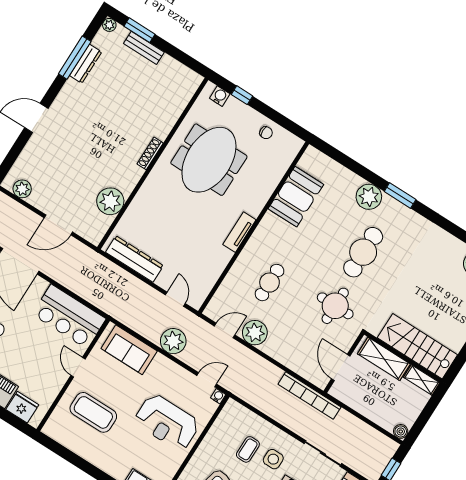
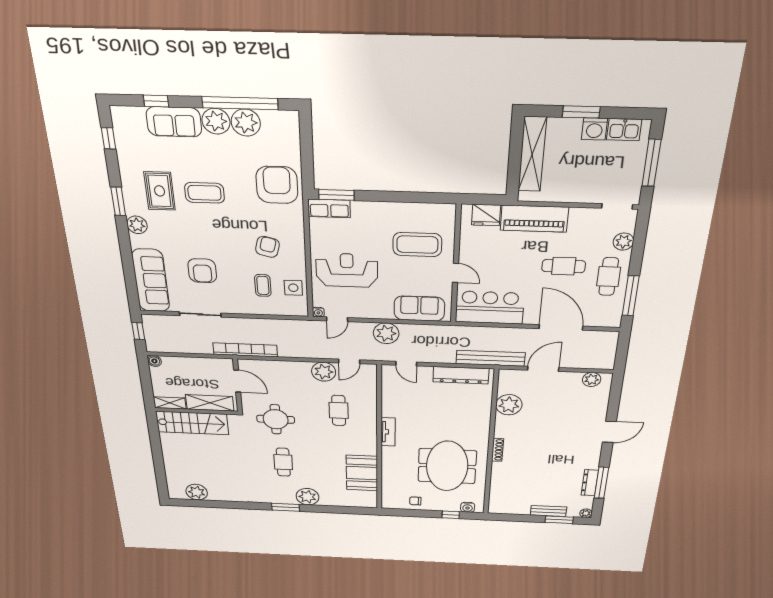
cafe table: (363, 252) -> (283, 462), width x0.73, depth x0.74
bench: (98, 263) -> (491, 358), added
side table: (273, 459) -> (293, 288), moved

